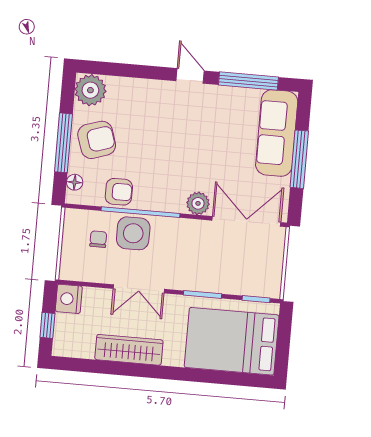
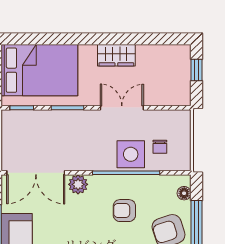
armchair: (119, 192) -> (124, 211), moved
nightstand: (69, 299) -> (180, 94), removed
wardrobe: (129, 350) -> (116, 55), width x0.67

